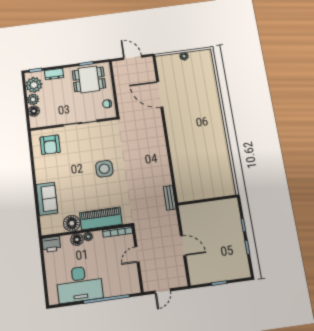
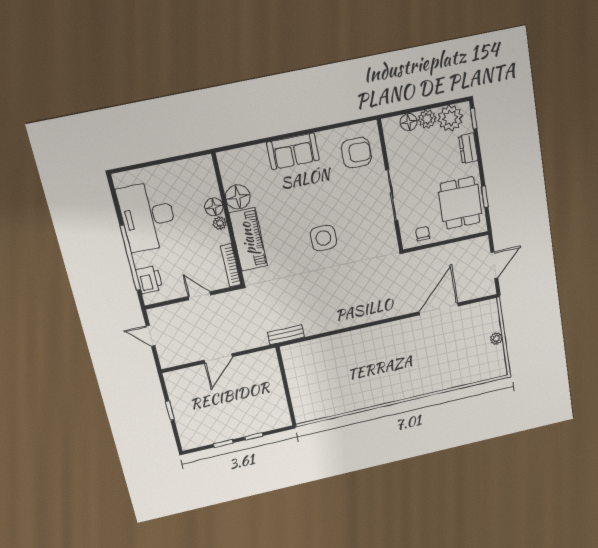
armchair: (50, 145) -> (356, 153), turned 180
sofa: (47, 199) -> (293, 151), moved
printer: (51, 244) -> (149, 280), moved, turned 180

